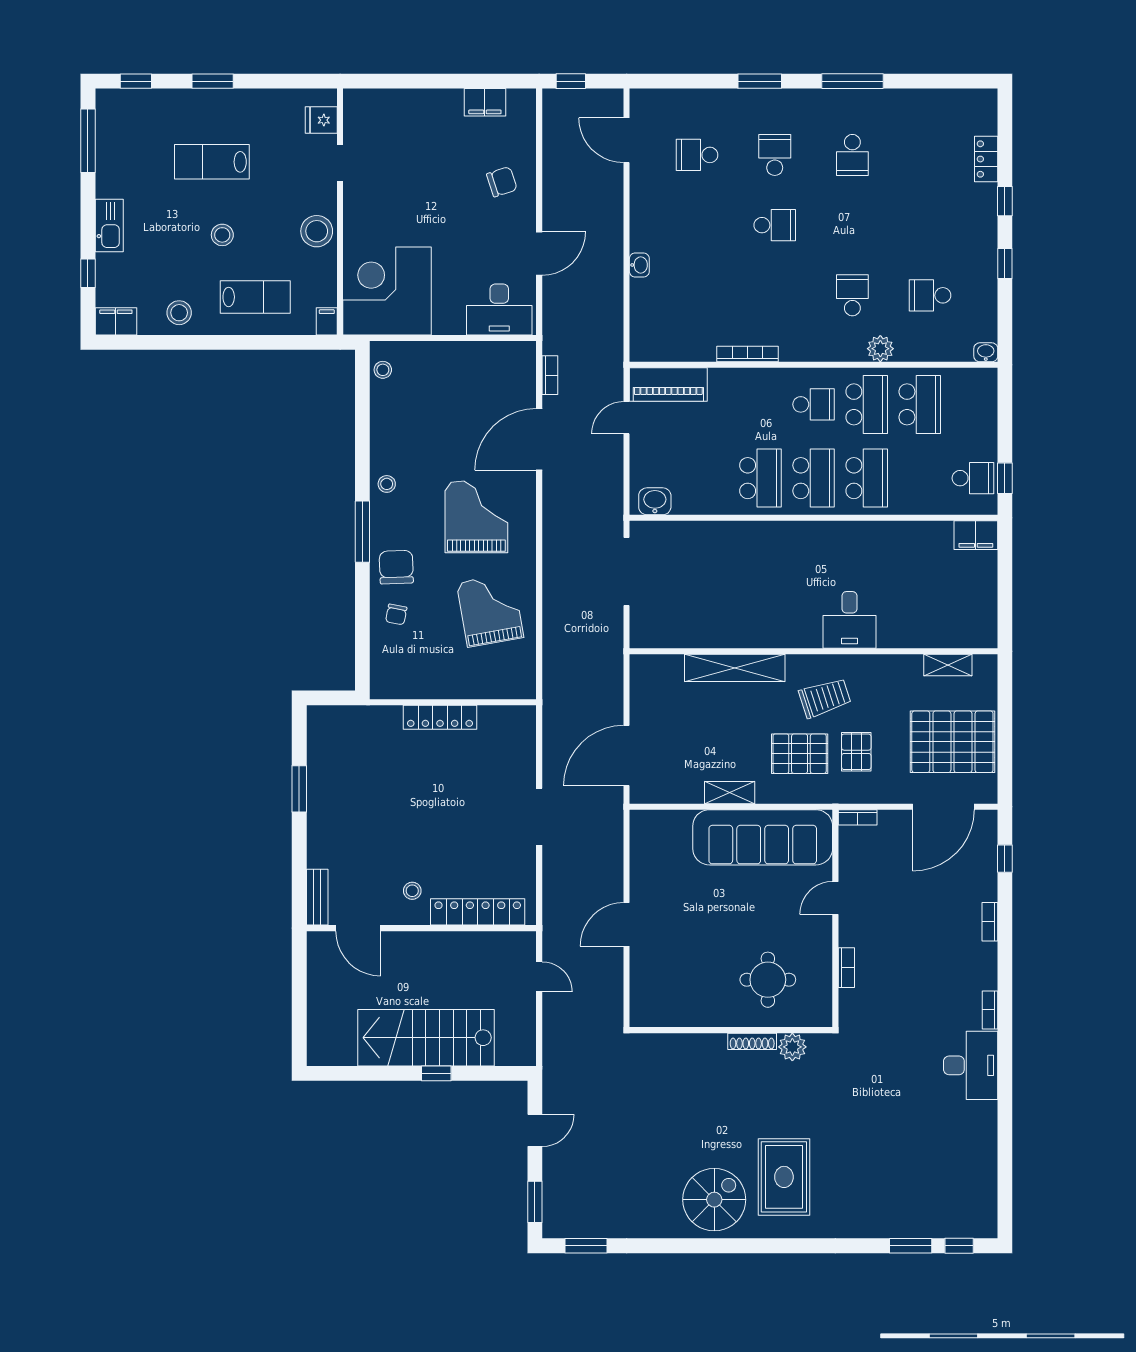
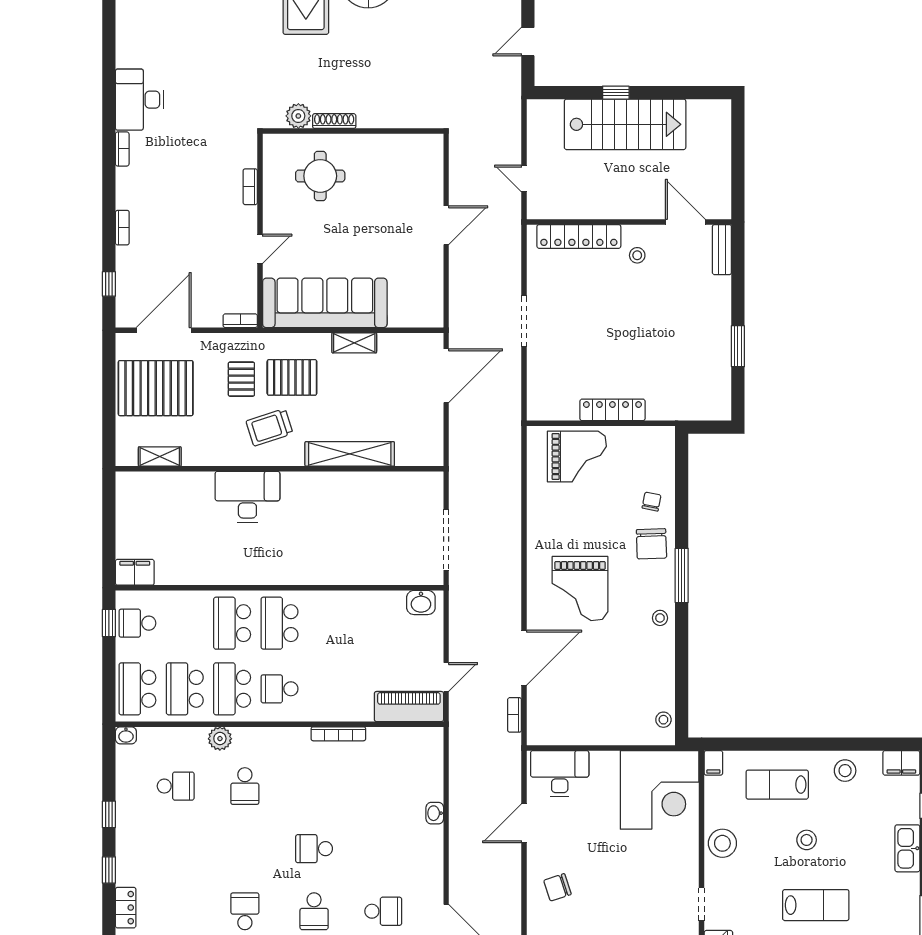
school desk: (760, 478) -> (137, 689), moved
grand piano: (490, 610) -> (577, 456), moved, turned -80
desk: (849, 620) -> (247, 497), width x1.37

